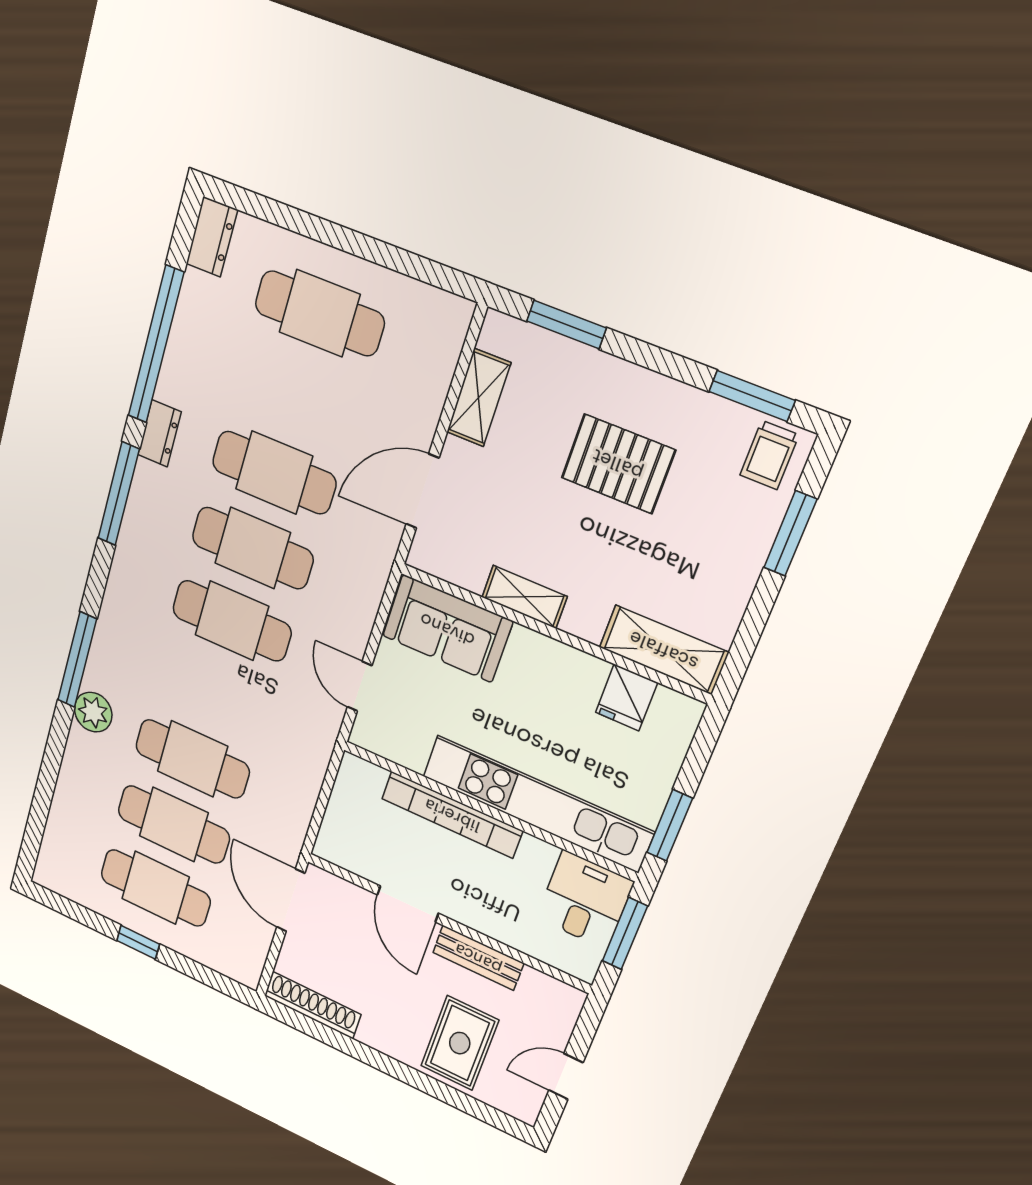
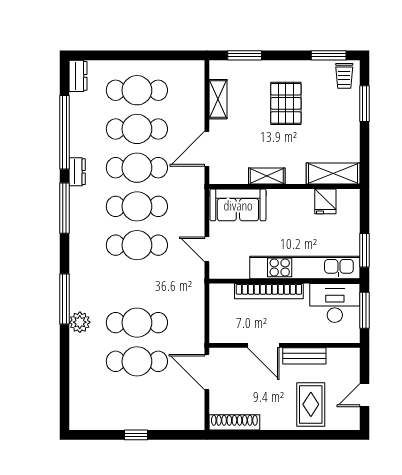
pallet: (618, 464) -> (286, 103), turned 90
cafe table: (155, 888) -> (137, 129), moved
desk: (585, 900) -> (335, 303), width x1.37

